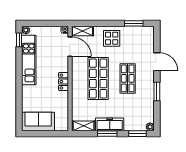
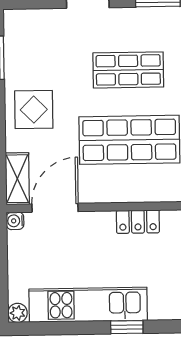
window: (19, 40) -> (127, 327), moved

